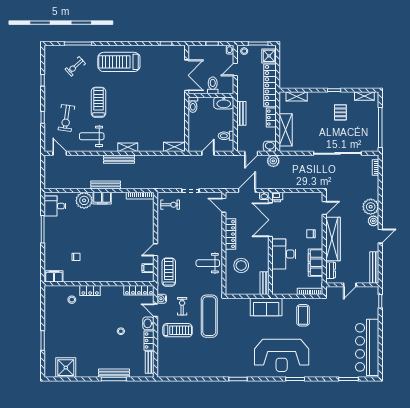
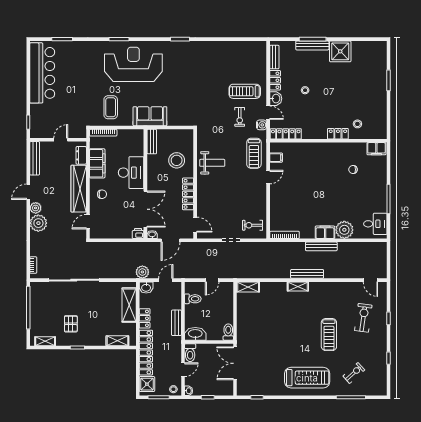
toilet: (213, 85) -> (190, 353), moved
weight bench: (92, 136) -> (336, 298), removed
exercise mat: (209, 316) -> (211, 106), removed
shower: (66, 368) -> (340, 51), moved

